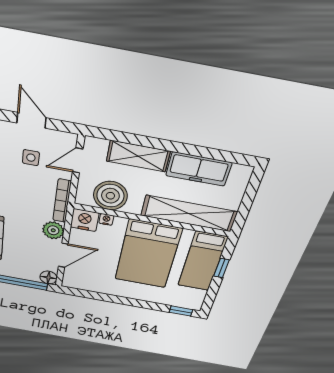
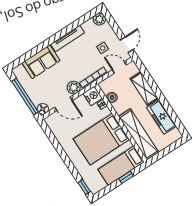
door: (31, 120) -> (127, 45), moved
boiler: (110, 196) -> (112, 97), width x0.54, depth x0.54

